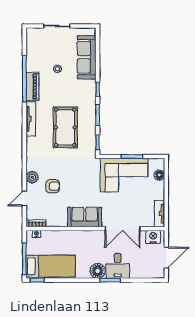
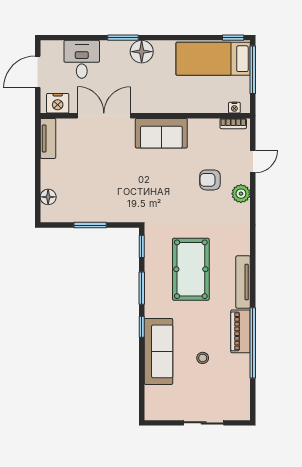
sofa: (87, 57) -> (158, 351), moved
corner sofa: (124, 175) -> (102, 197), removed
desk: (118, 266) -> (82, 59), moved

